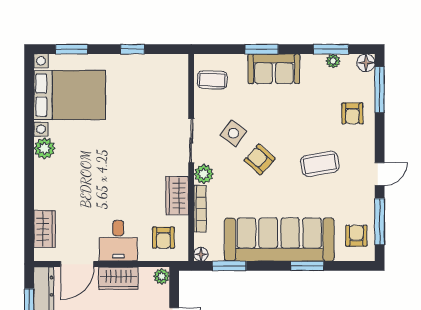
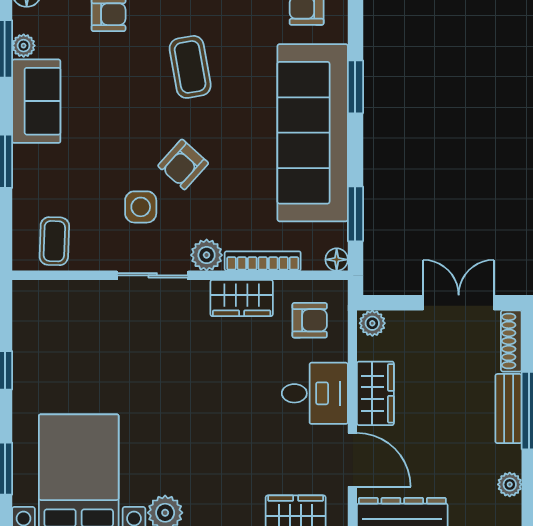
sofa: (274, 69) -> (36, 101), moved
side table: (233, 133) -> (141, 207), turned -37

